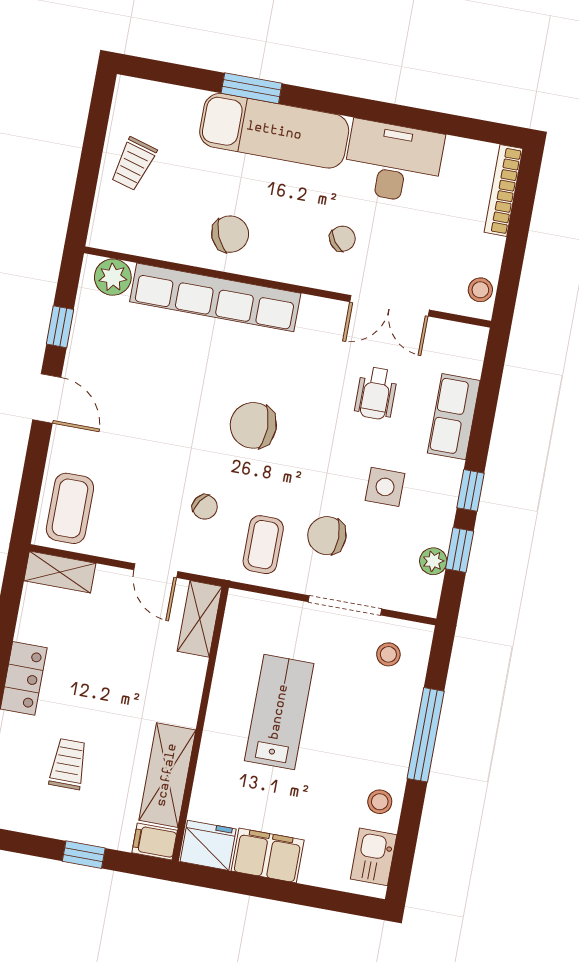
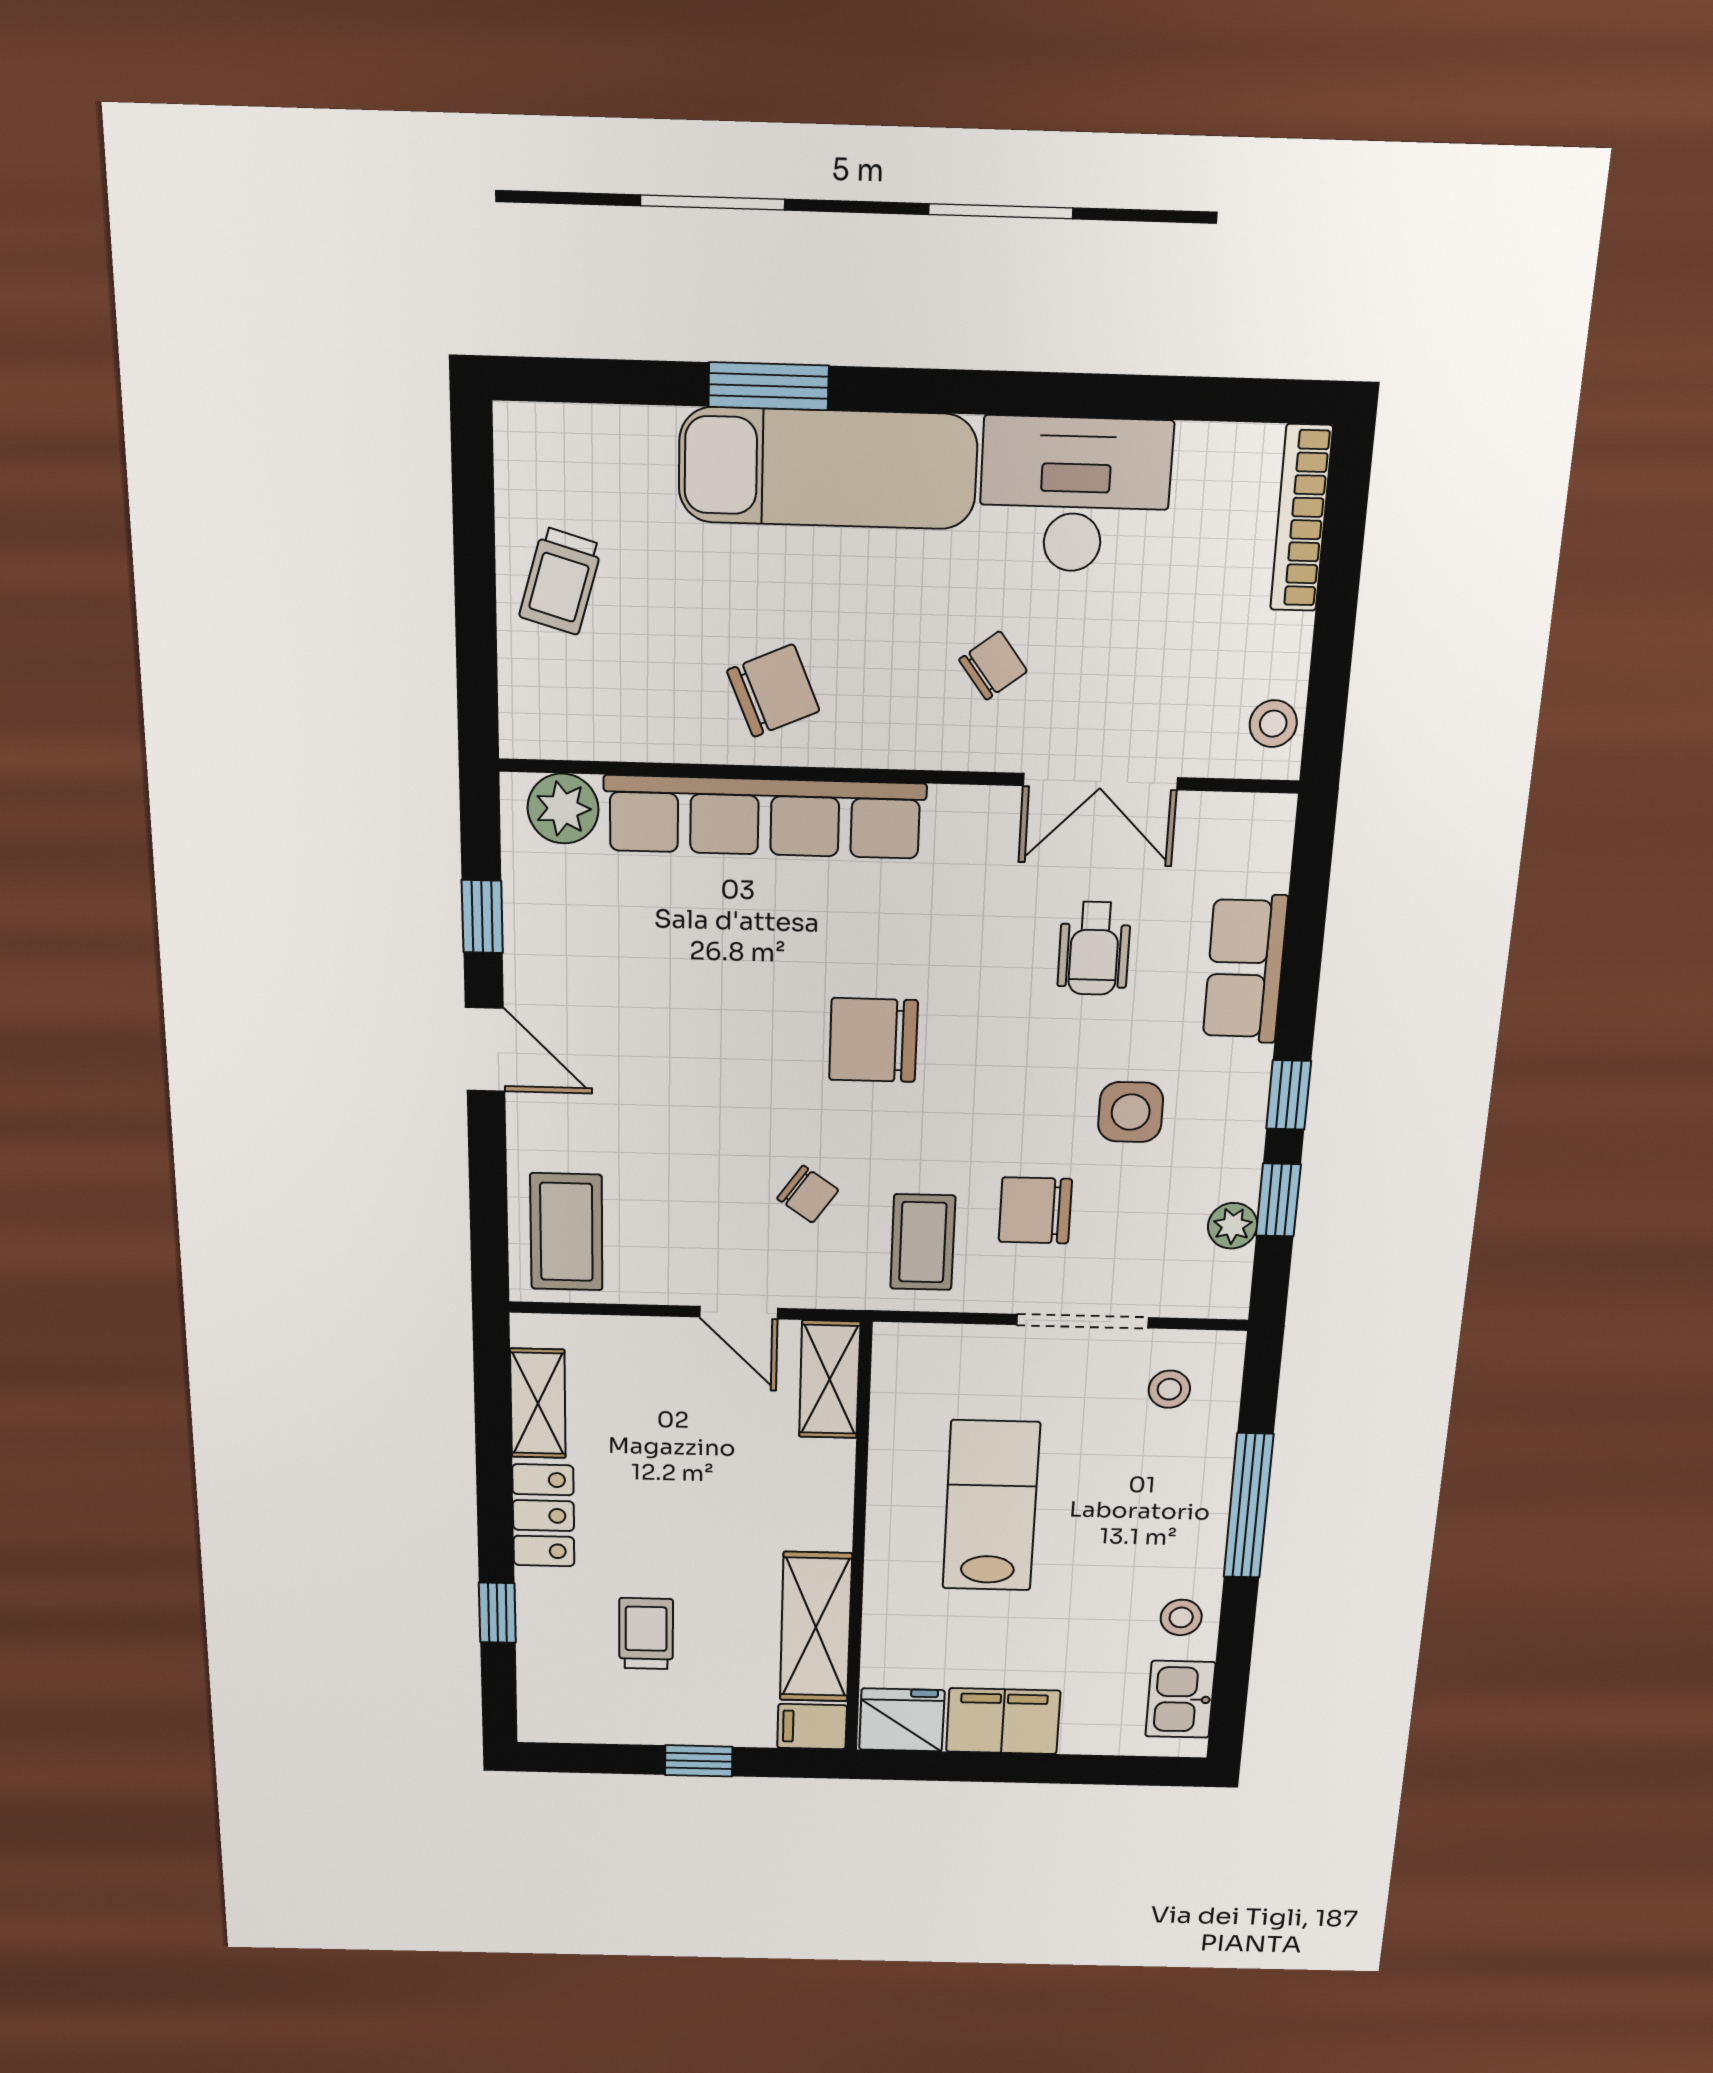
shelving: (60, 572) -> (538, 1403), moved, turned 90

